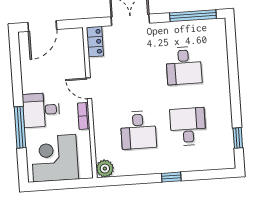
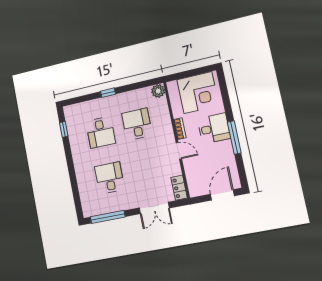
window: (20, 127) -> (234, 138), moved

